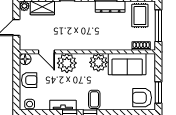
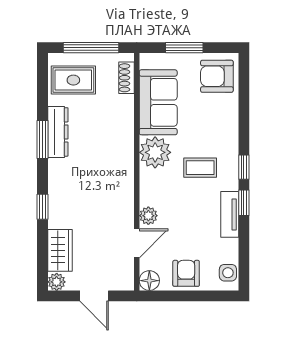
plant: (67, 63) -> (148, 216), width x0.53, depth x0.53
window: (158, 92) -> (184, 48), moved
armchair: (142, 98) -> (217, 76), turned 90
coffee table: (94, 99) -> (200, 168), moved

